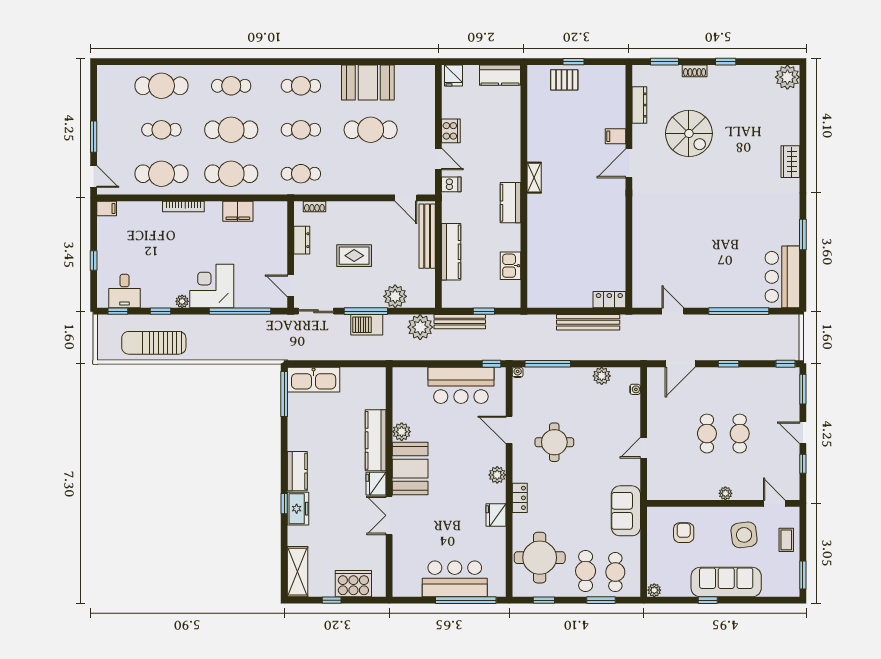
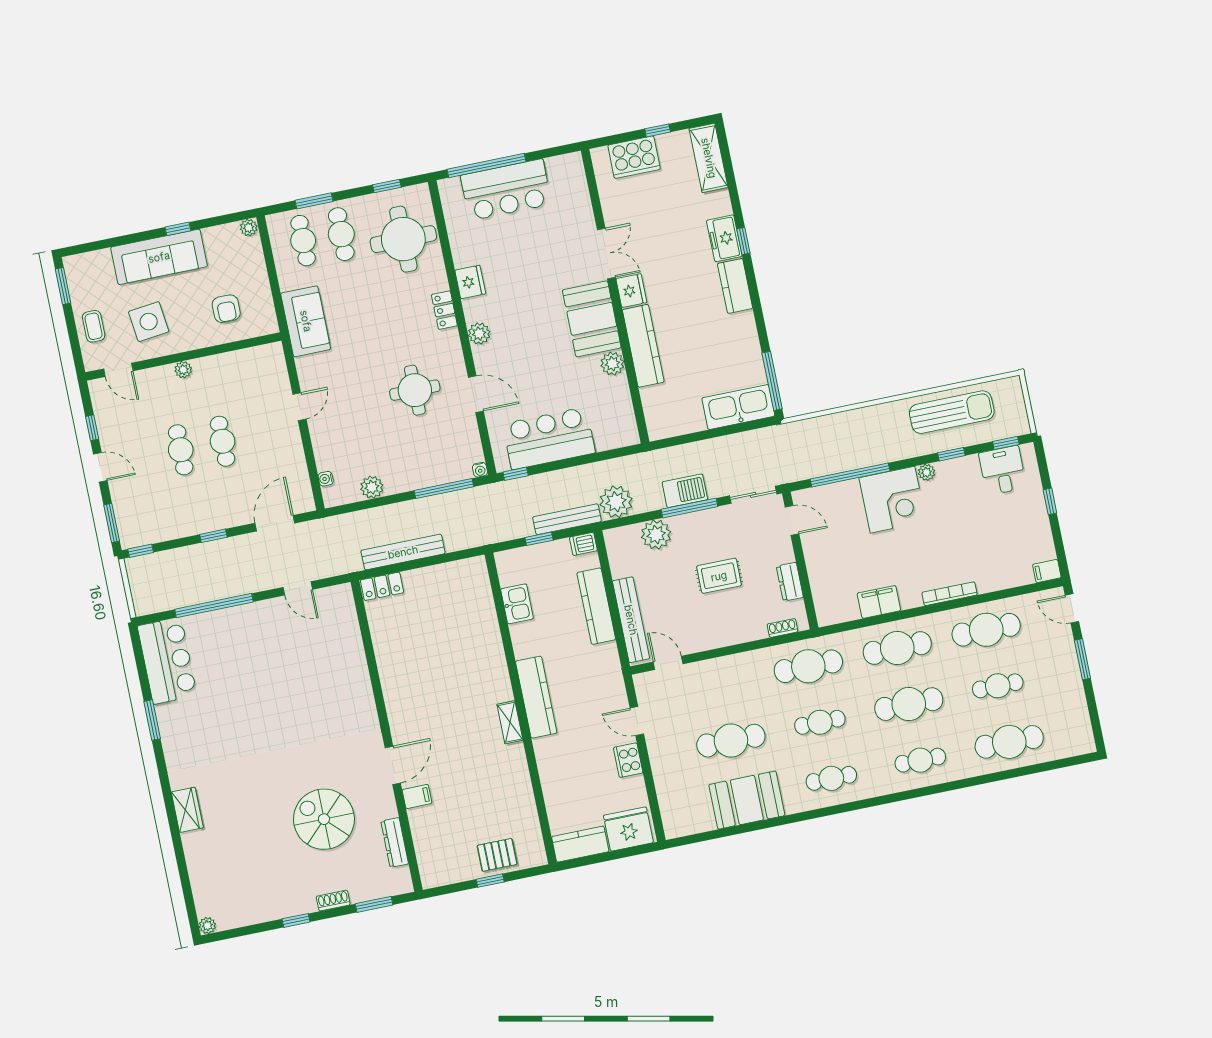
fridge: (454, 76) -> (628, 829), width x1.88, depth x1.34
plant: (787, 77) -> (207, 926), width x0.53, depth x0.53
cafe table: (301, 174) -> (808, 666), width x1.37, depth x1.35
dishwasher: (451, 184) -> (583, 544), moved
kitchen counter: (510, 203) -> (536, 697), width x1.50

